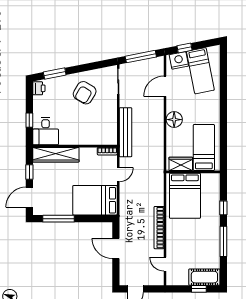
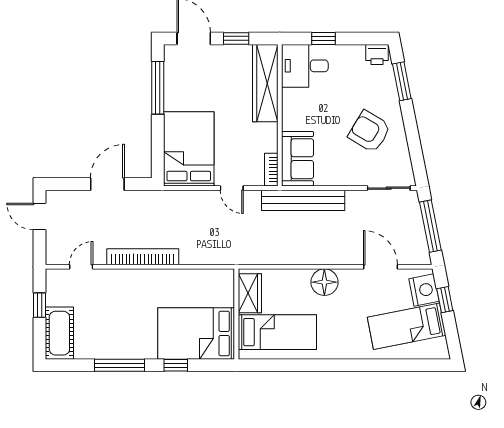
sofa: (101, 136) -> (298, 159), added
bed: (185, 196) -> (196, 333), moved
window: (199, 289) -> (40, 305), moved

